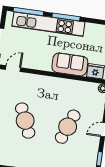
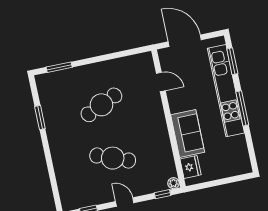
window: (28, 12) -> (232, 61), width x0.69
door: (13, 69) -> (161, 82), moved

